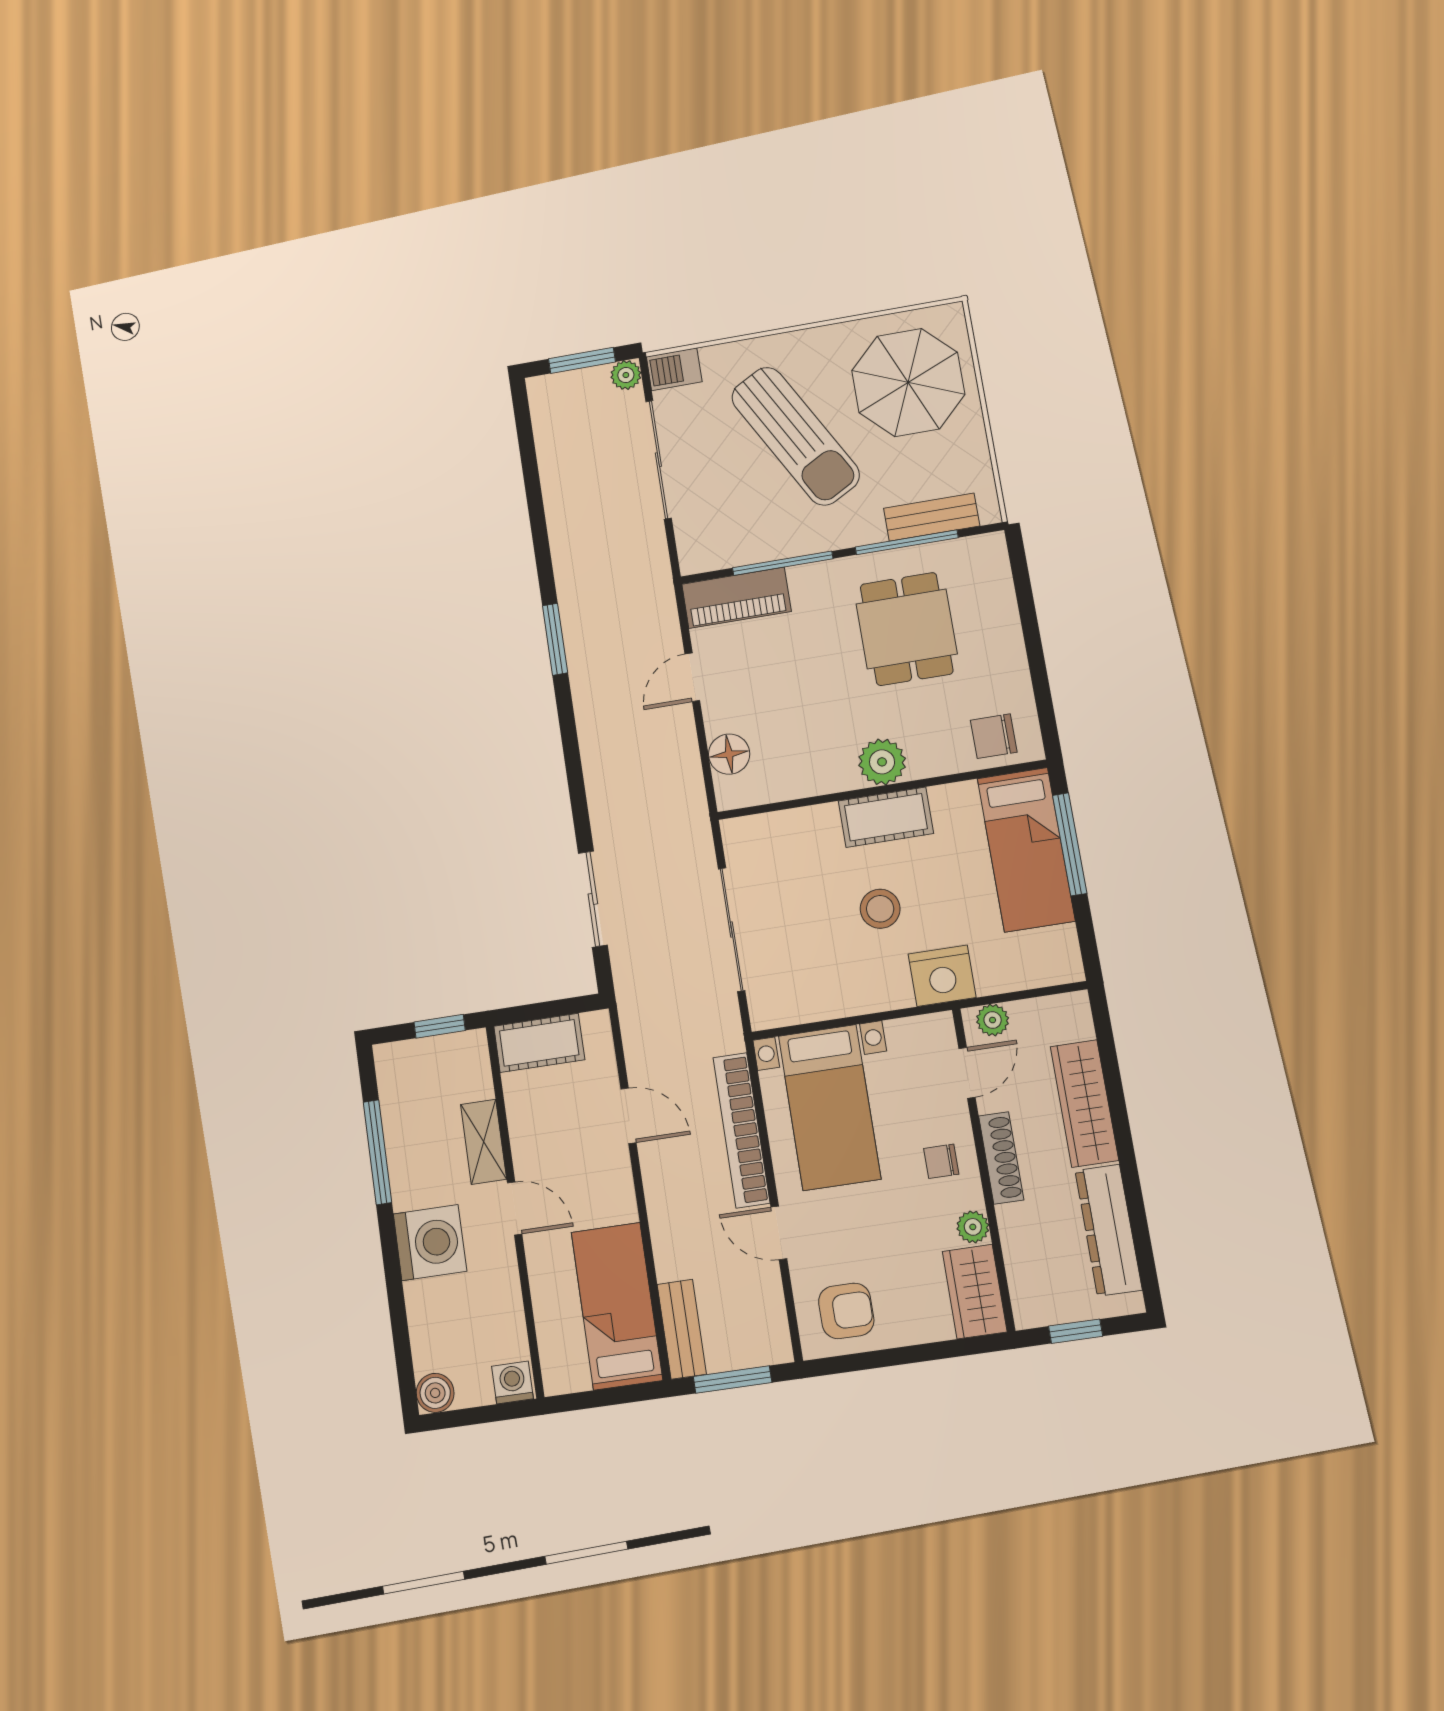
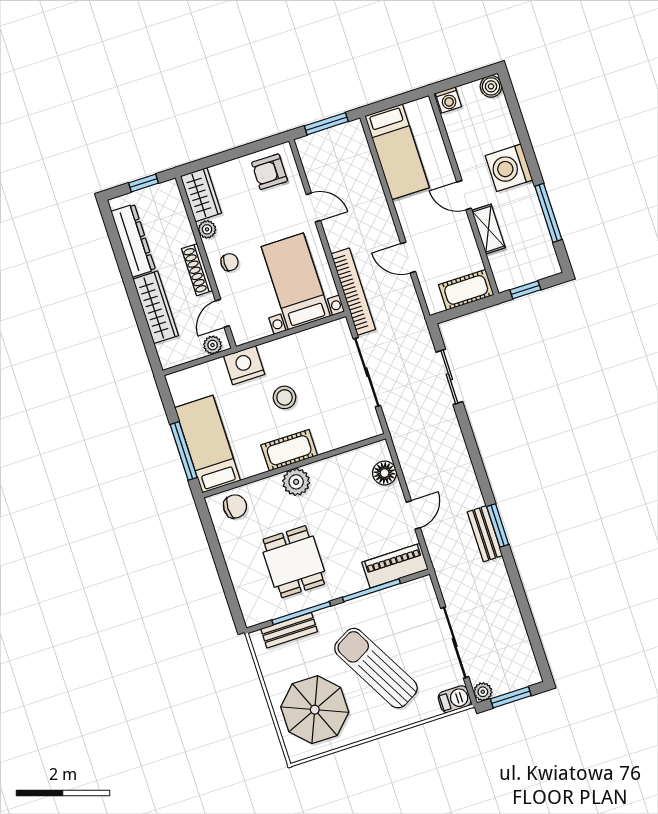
bookcase: (741, 1130) -> (353, 292), moved
bench: (682, 1329) -> (485, 534), moved

